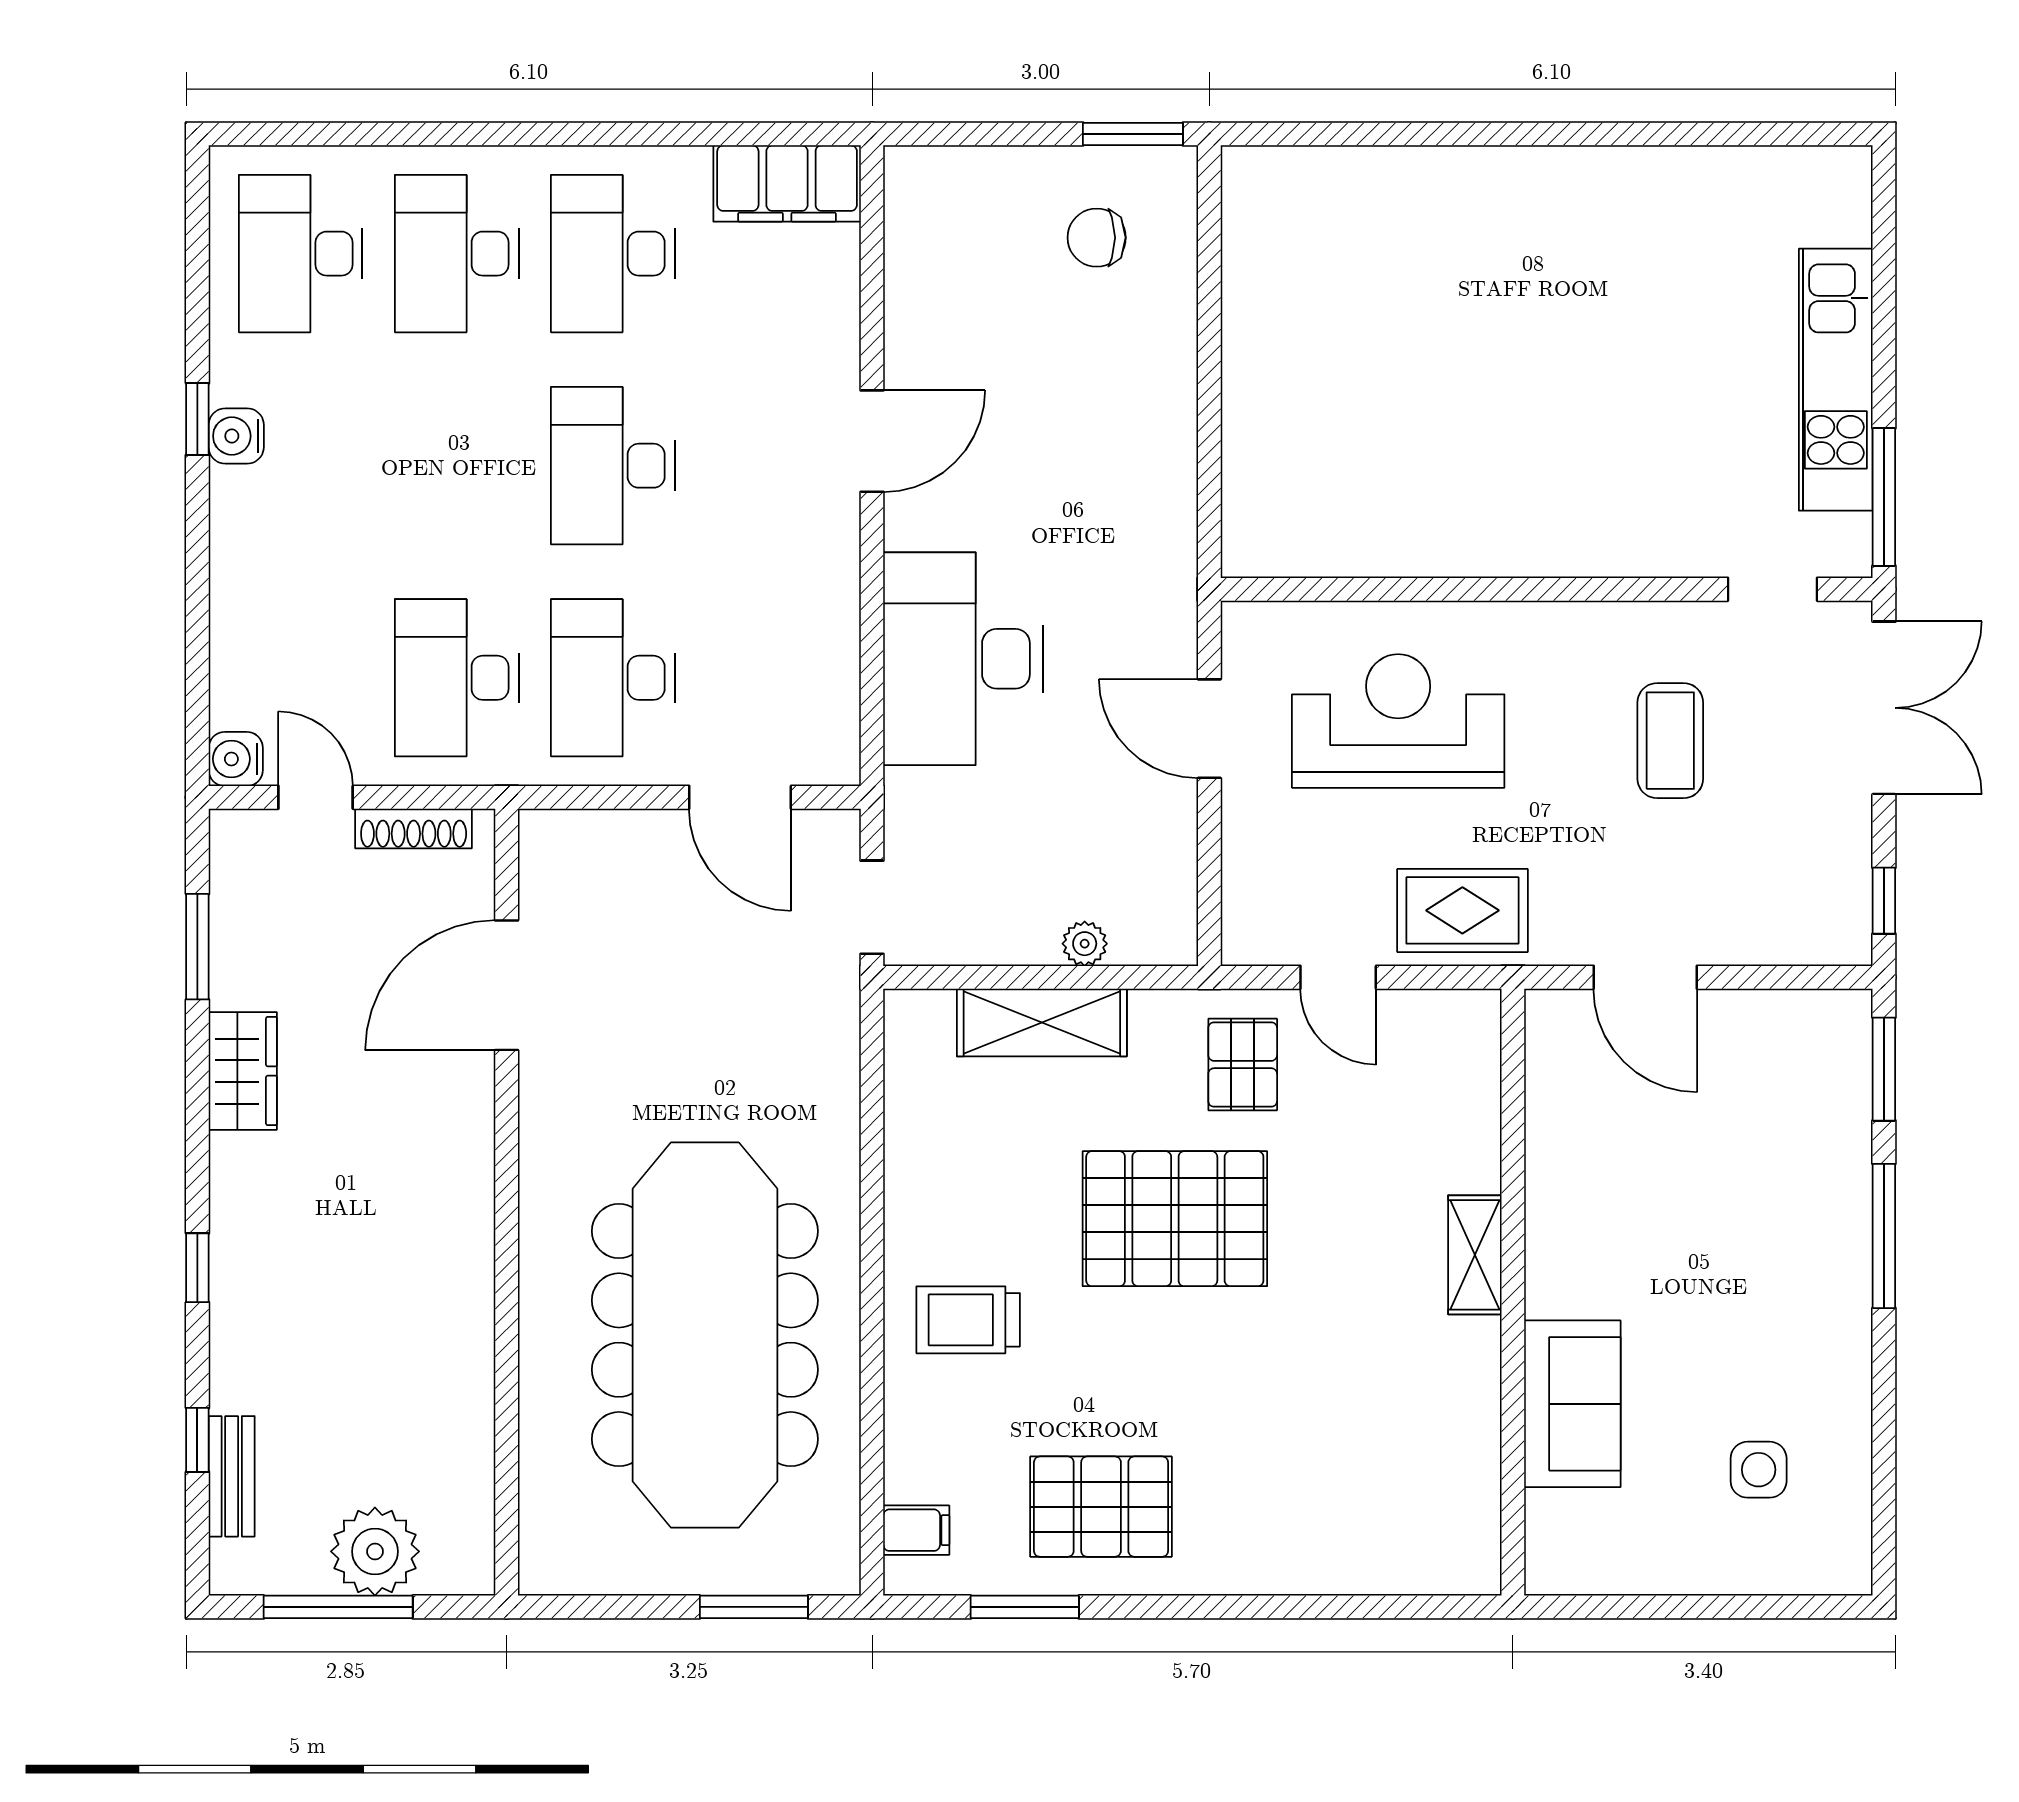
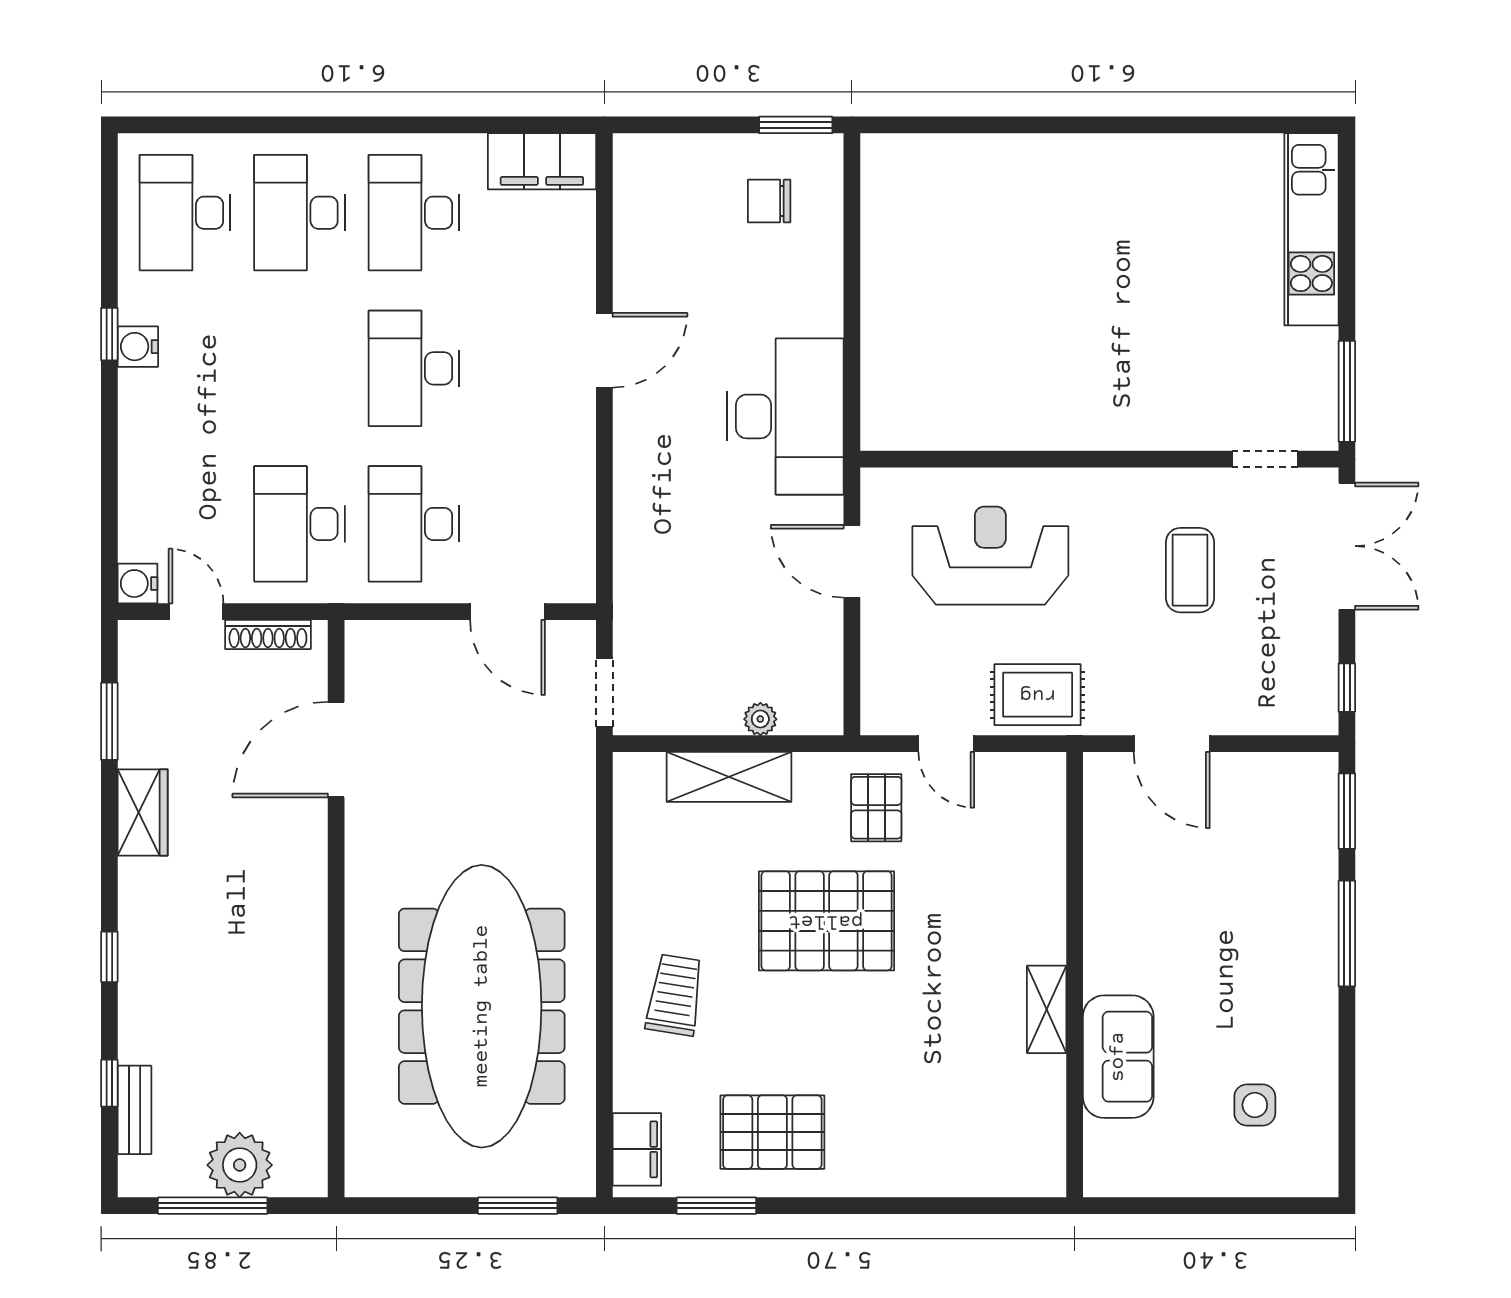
kitchen unit: (1836, 380) -> (1311, 229), moved
desk: (963, 659) -> (785, 416), moved, turned 180
shelving: (1475, 1255) -> (1047, 1009), moved
trolley: (968, 1320) -> (675, 995), turned 99
filing cabinet: (916, 1530) -> (637, 1149), width x2.00

